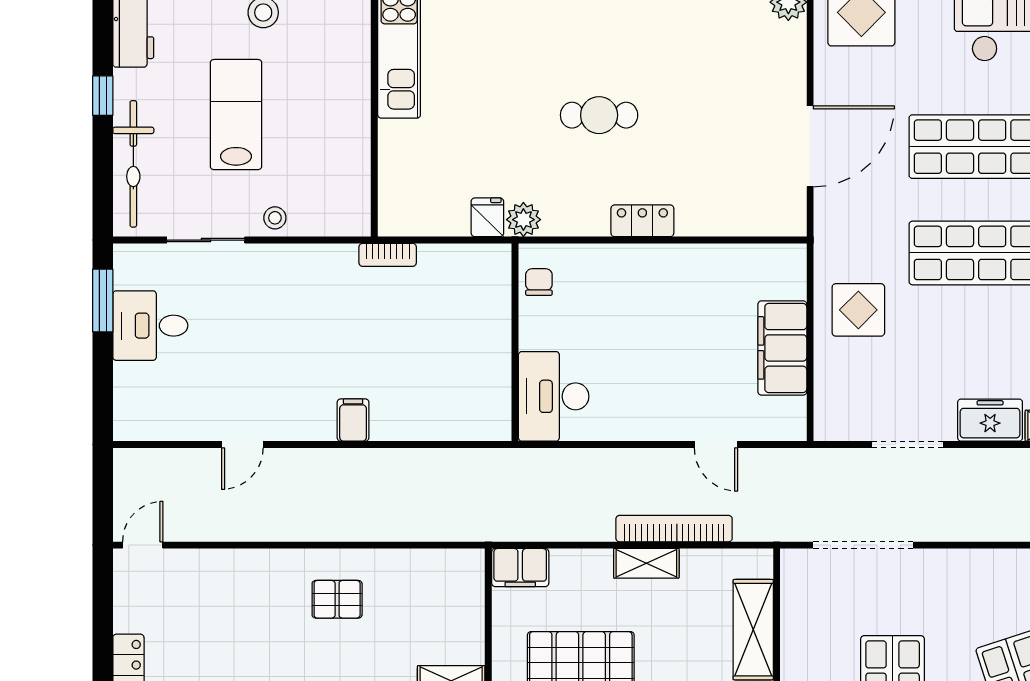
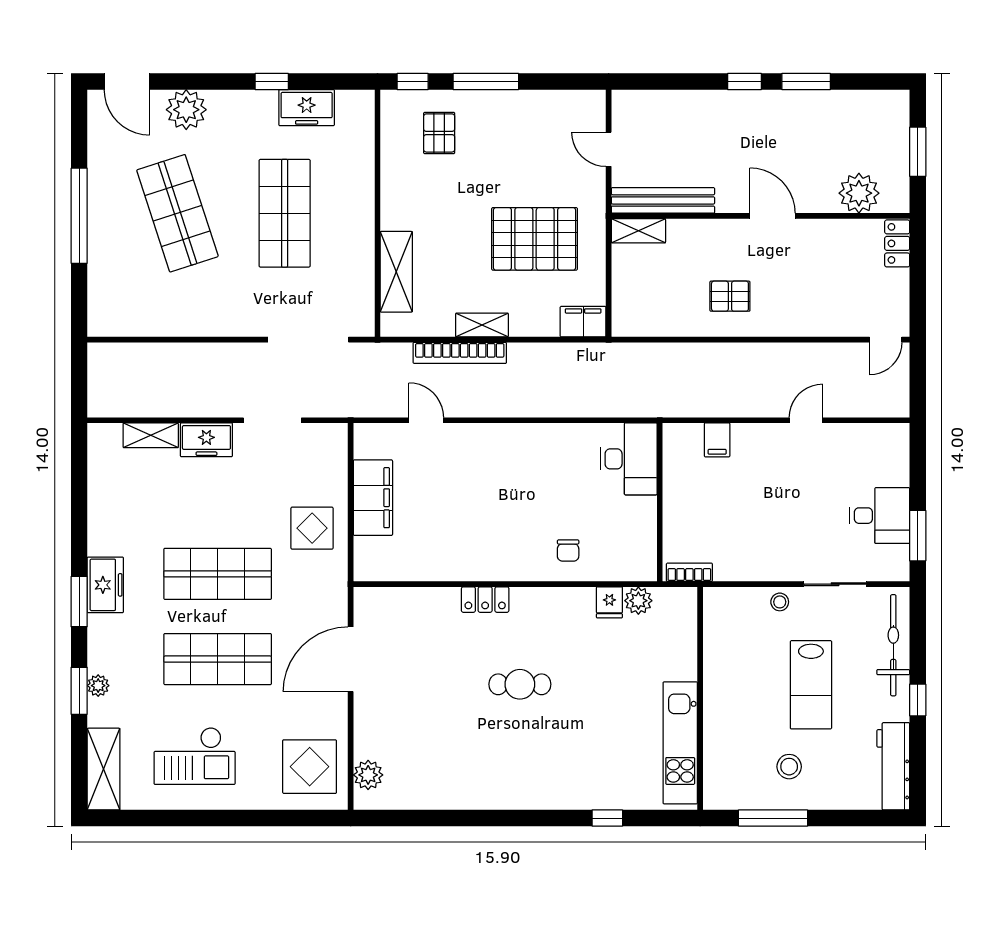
plant: (523, 220) -> (638, 601), moved
wall: (515, 342) -> (660, 502), moved
desk: (554, 396) -> (629, 459), moved

